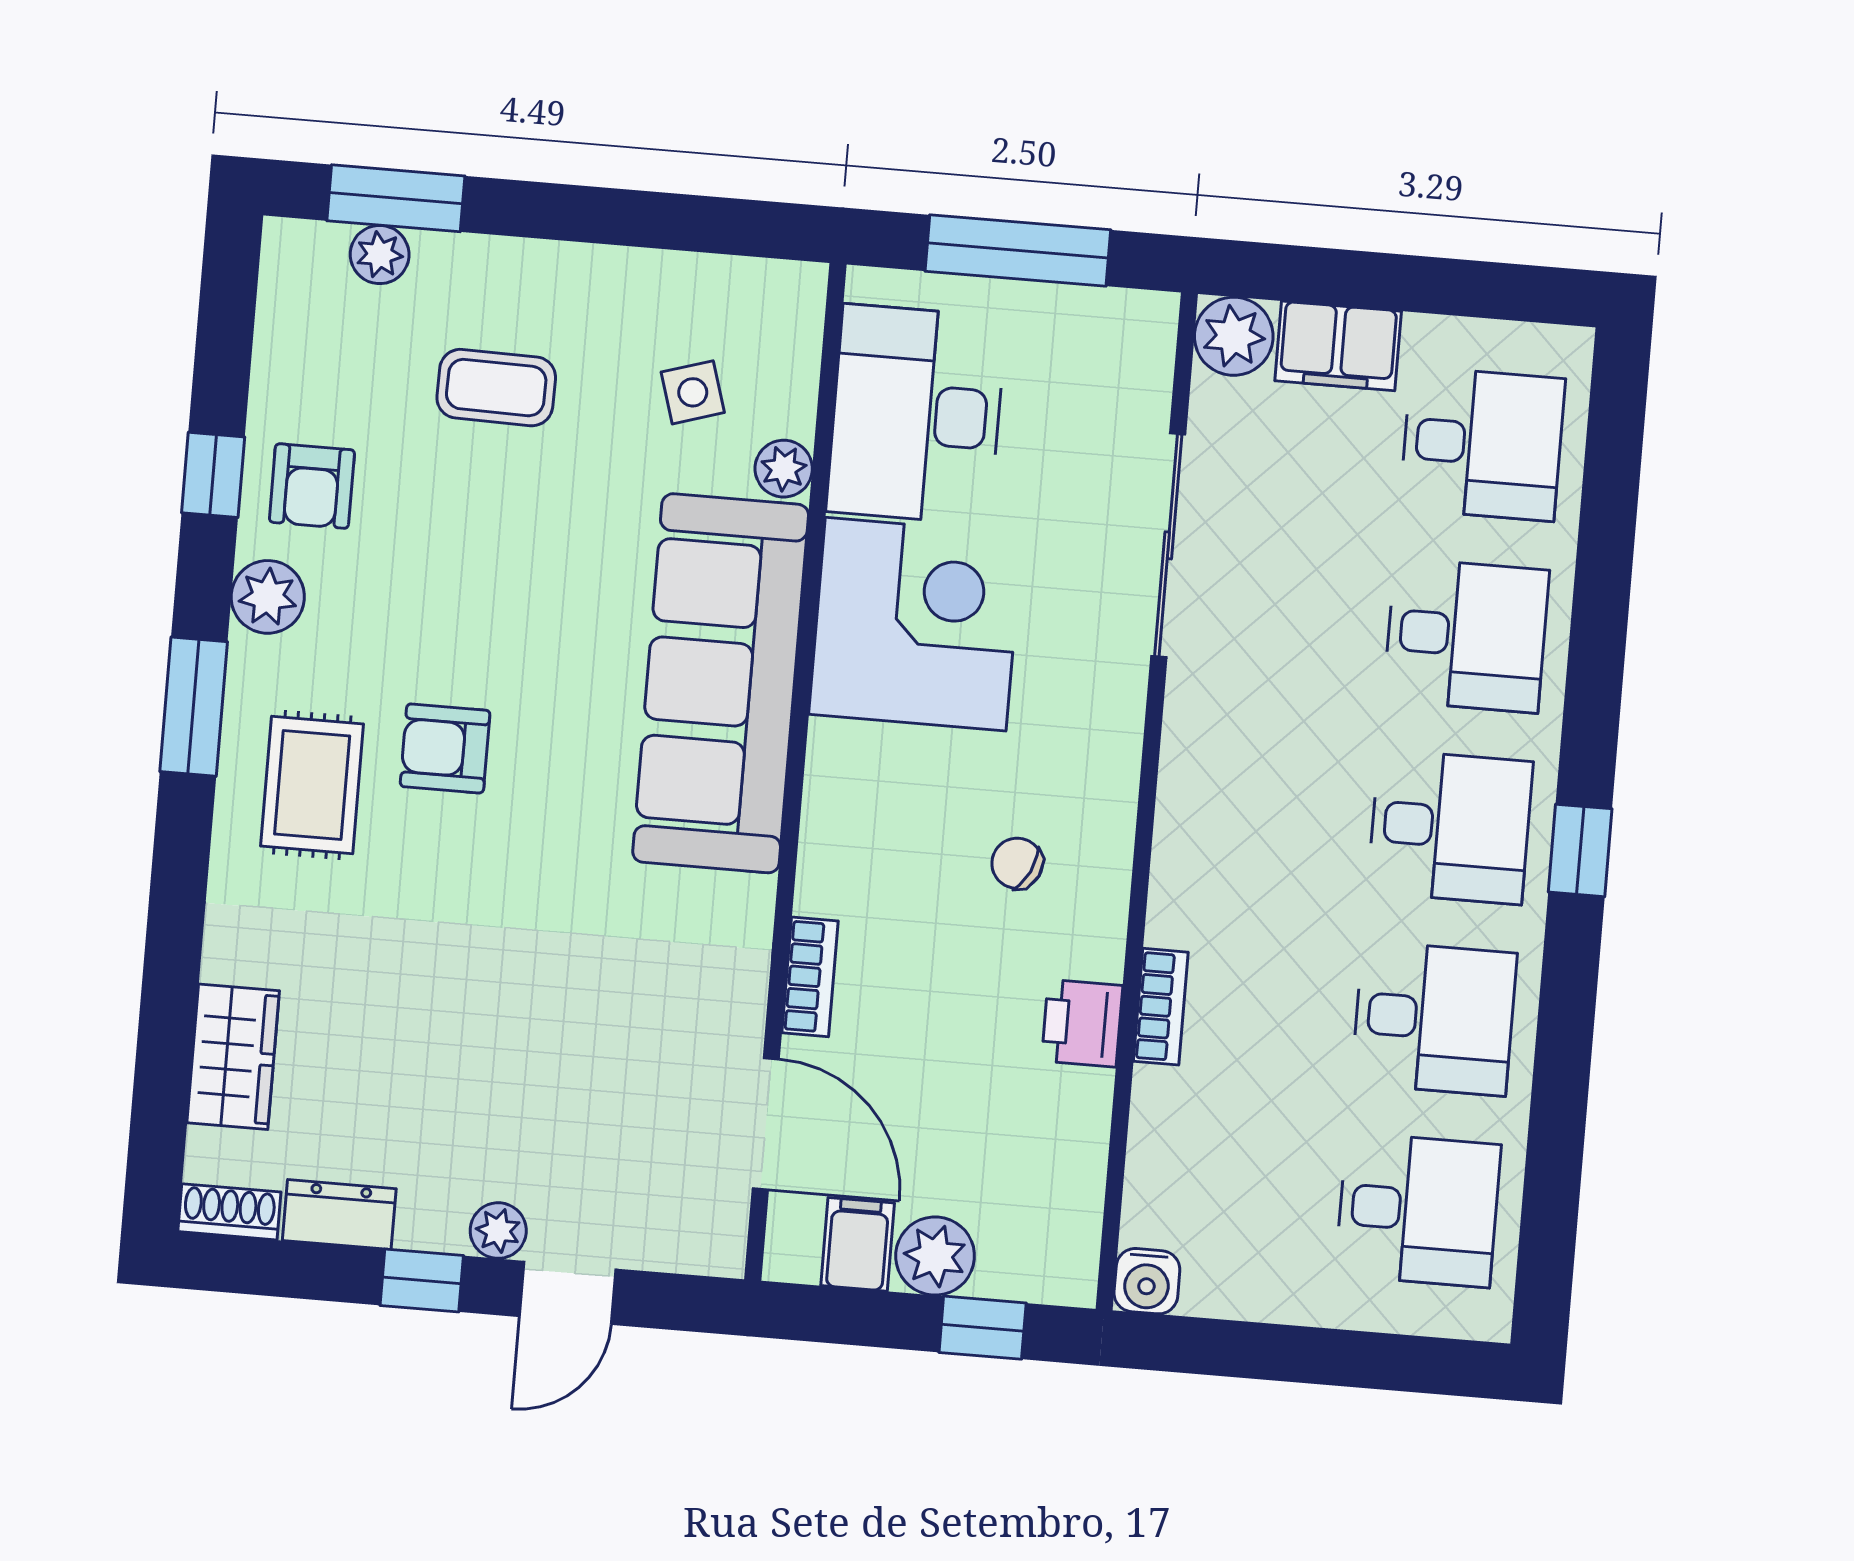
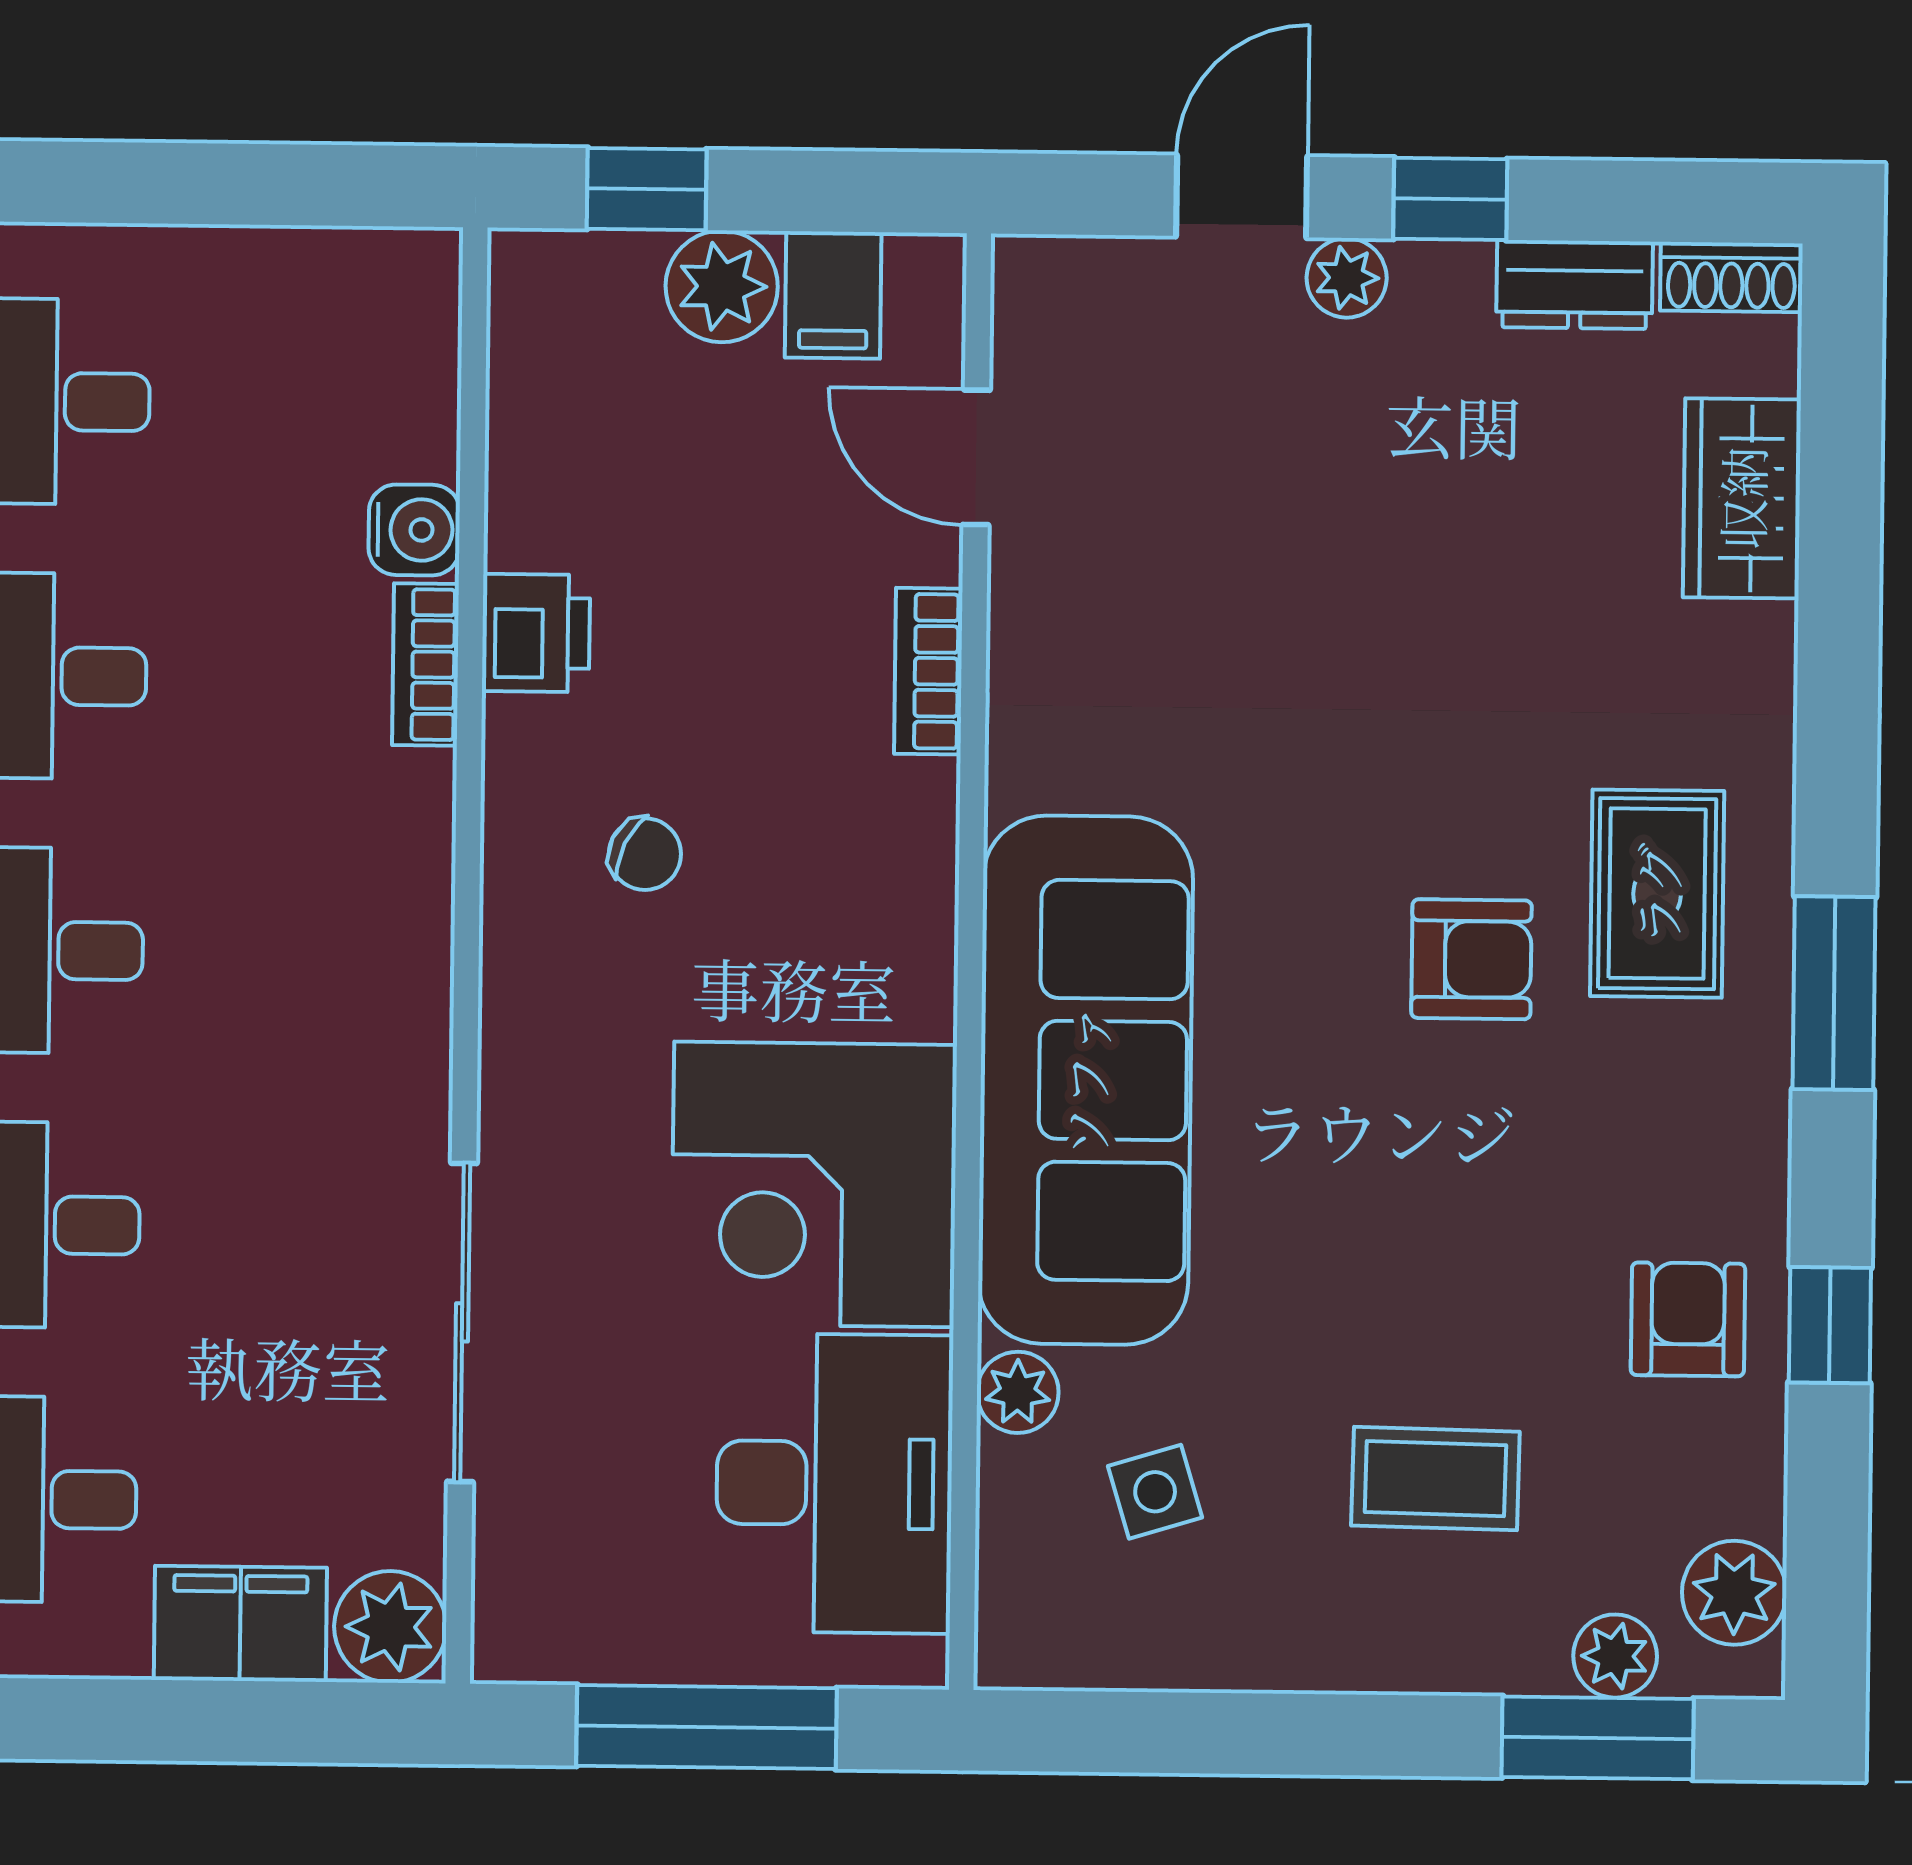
plant: (268, 597) -> (1734, 1593), moved
door: (766, 1124) -> (976, 457), width x0.73
water cooler: (1147, 1281) -> (414, 530), moved, turned 90

